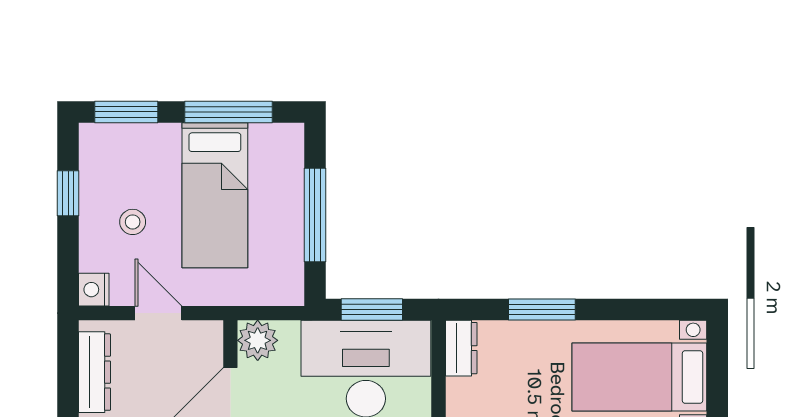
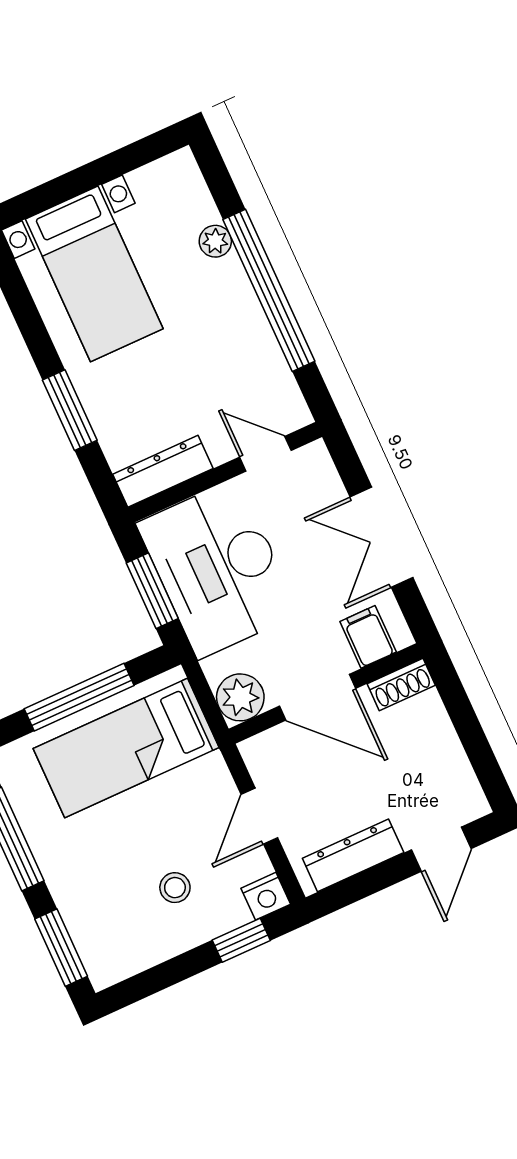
window: (68, 193) -> (241, 940), moved
bed: (215, 195) -> (126, 748), moved, turned 180
dresser: (461, 348) -> (163, 471), width x1.44

